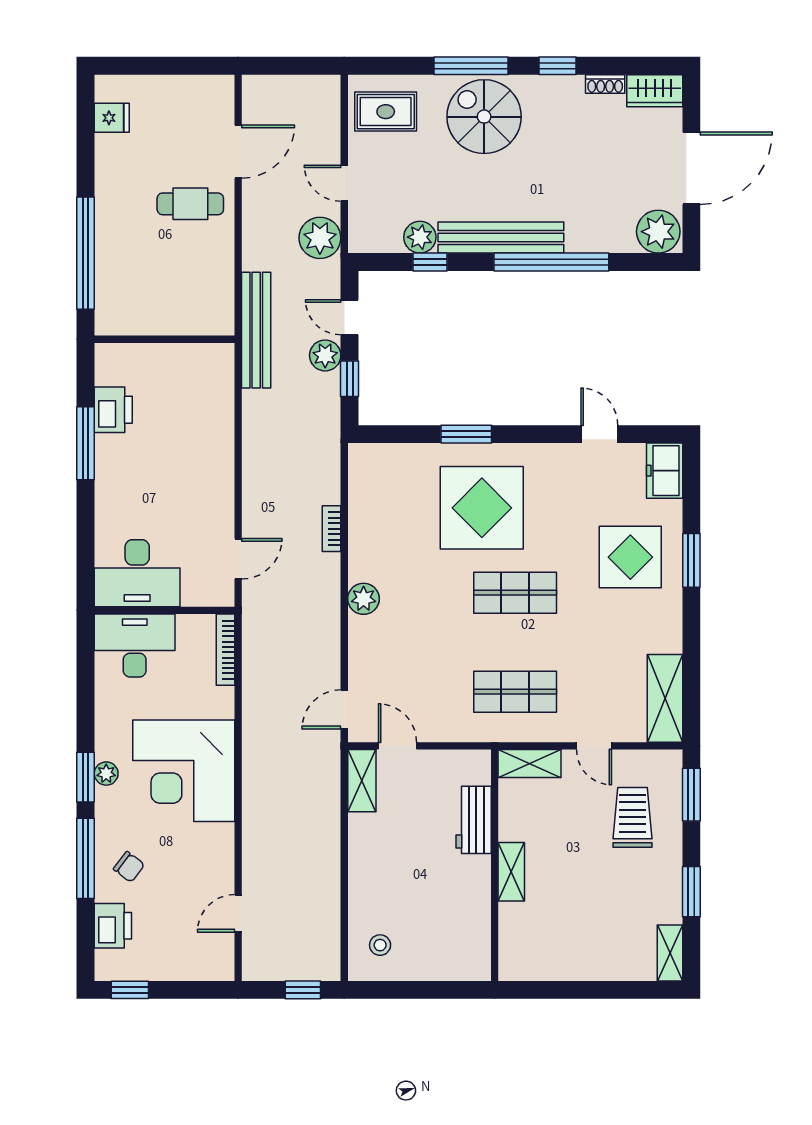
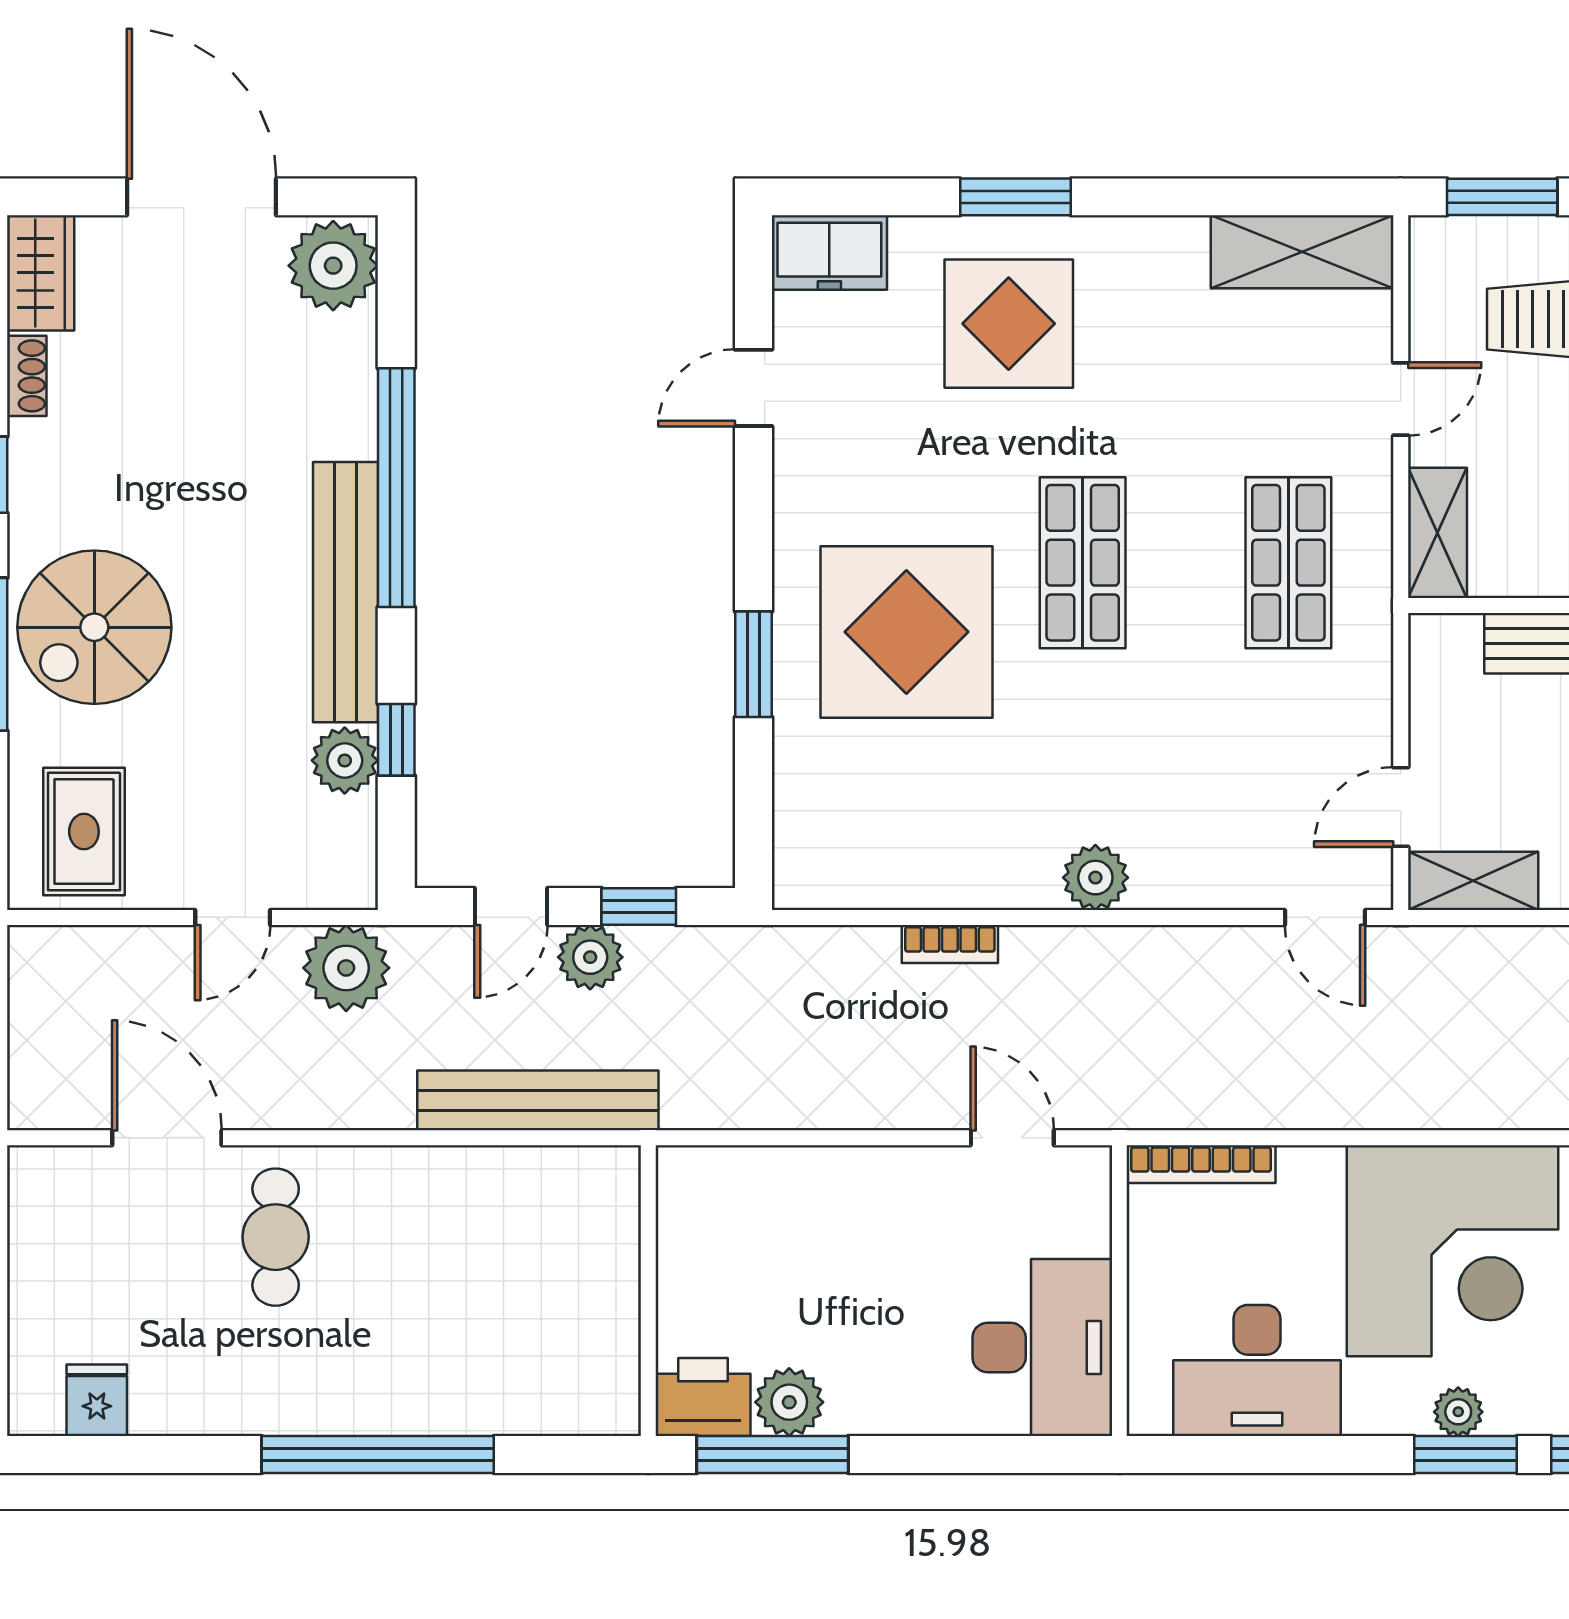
wall: (165, 339) -> (648, 1291), moved
plant: (111, 451) -> (789, 1402), added
desk: (135, 646) -> (1257, 1371), moved, turned -90

